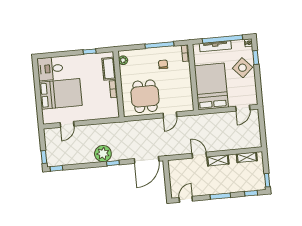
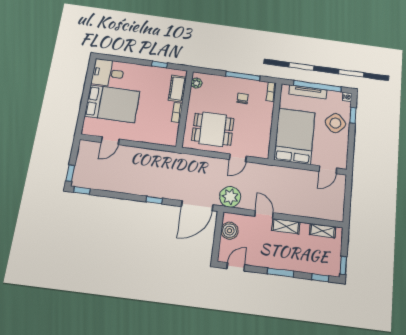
dining table: (145, 96) -> (213, 129), turned 90
plant: (103, 154) -> (230, 197), moved
boiler: (175, 173) -> (230, 231), added

